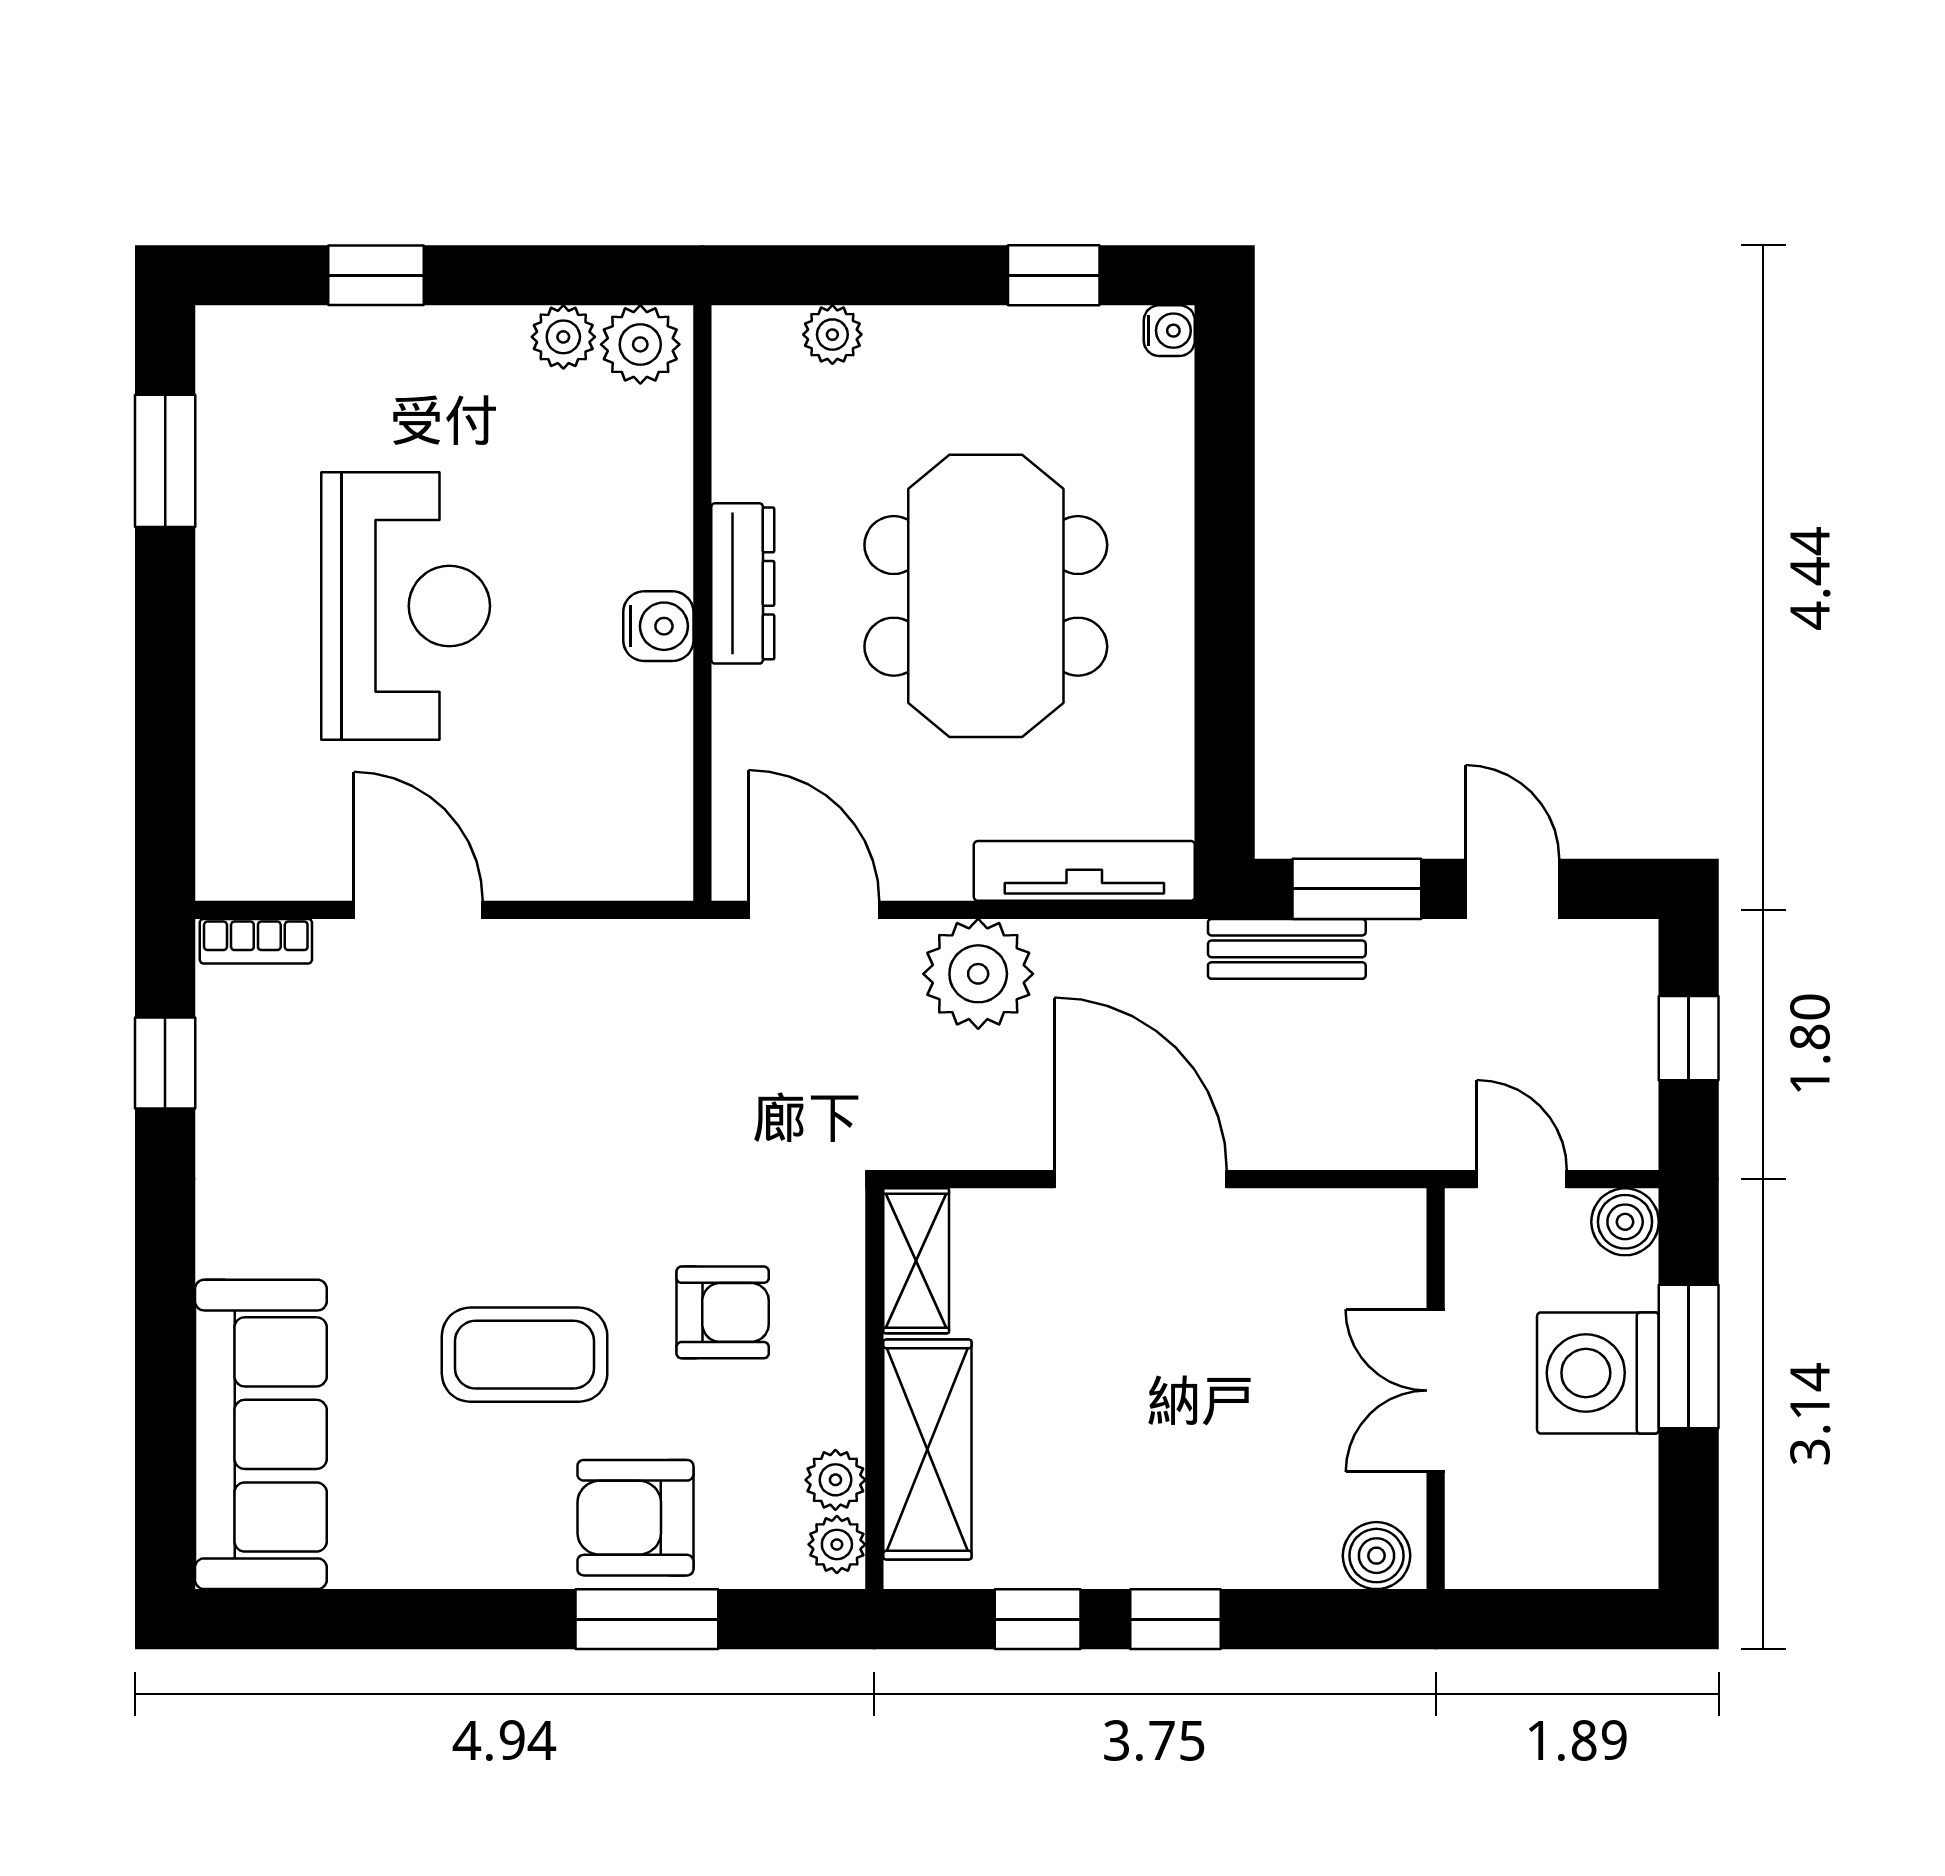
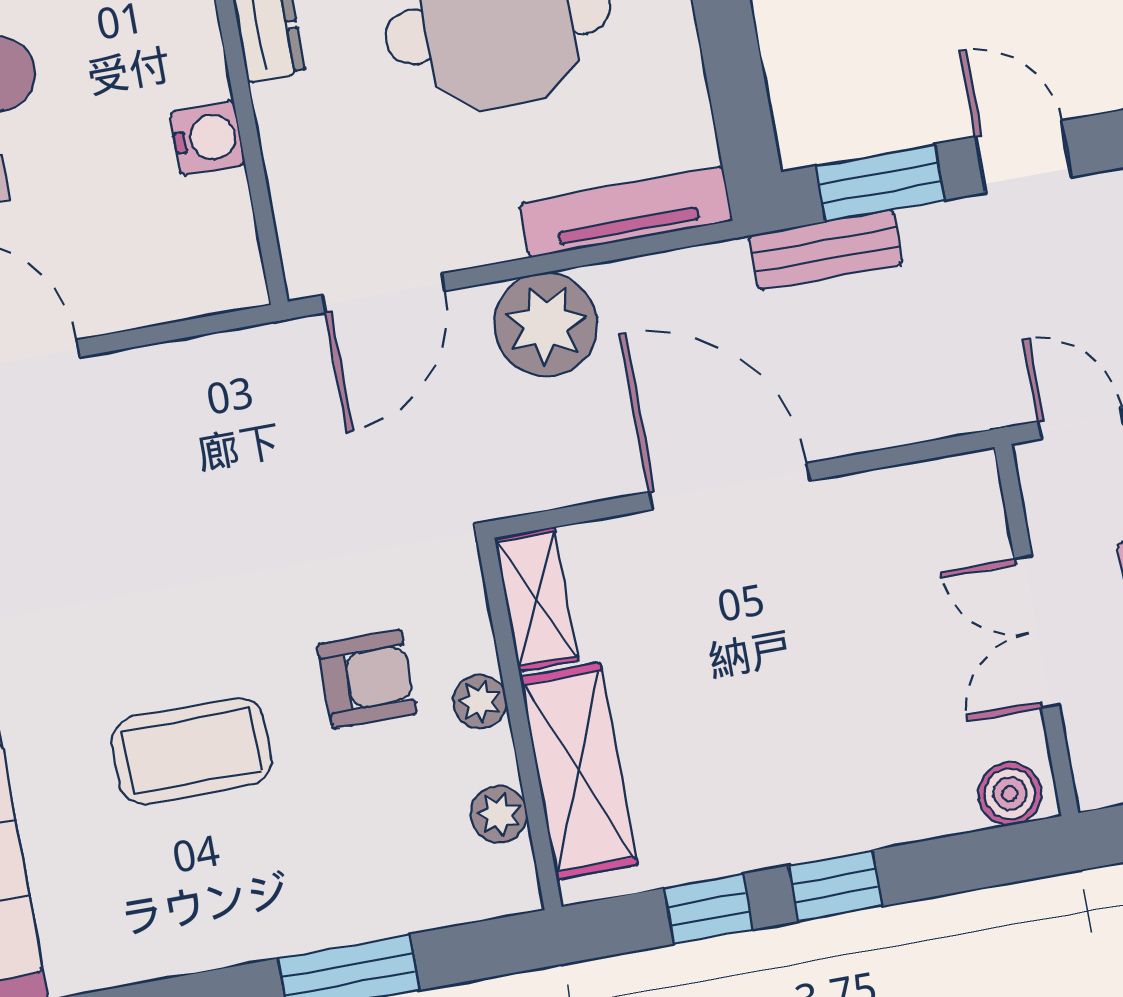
water cooler: (658, 626) -> (207, 138), moved
door: (814, 910) -> (384, 293), swing flipped
armchair: (635, 1518) -> (321, 883), removed
plant: (837, 1544) -> (480, 702), moved

